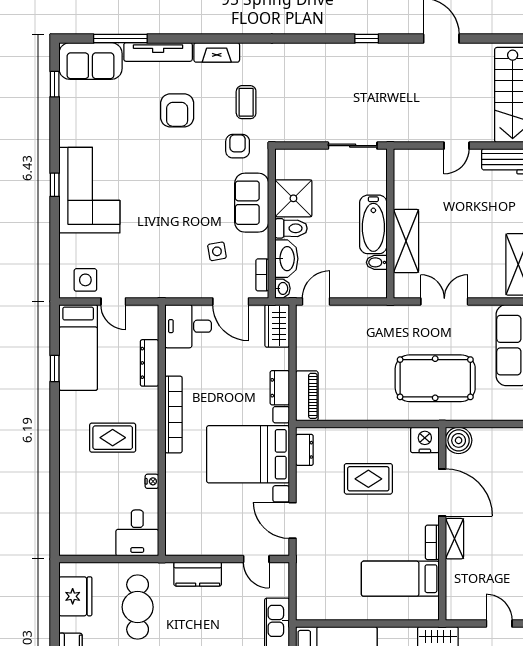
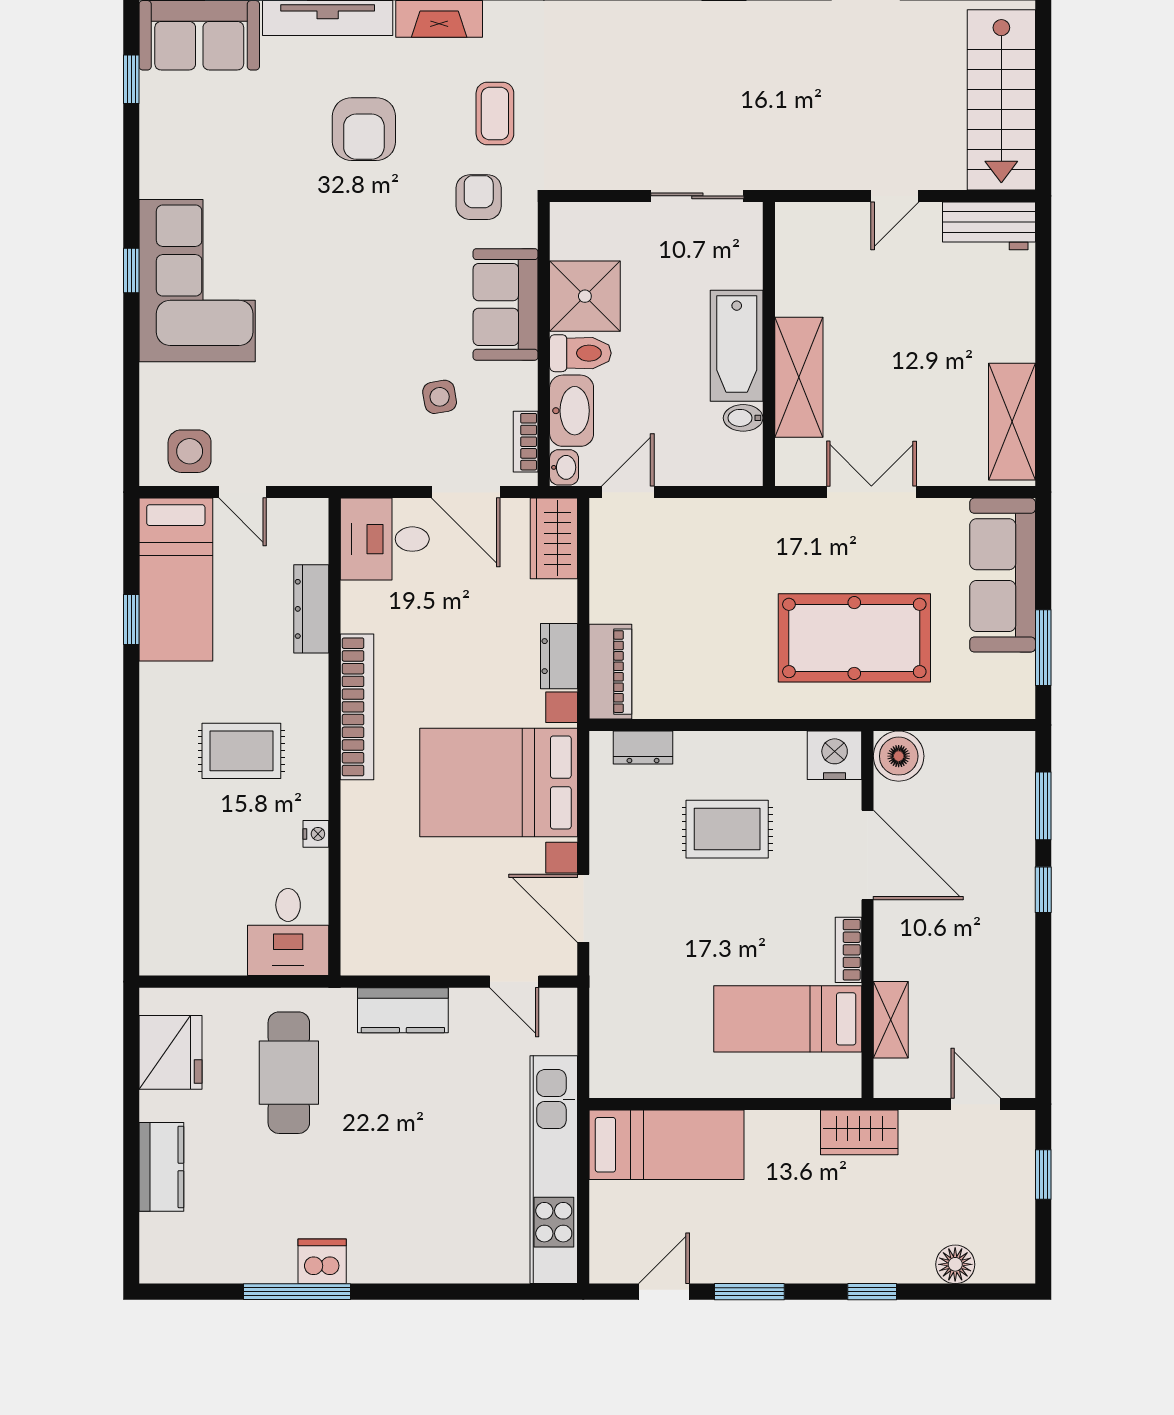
dresser: (304, 450) -> (643, 748), moved, turned 90
shelving: (454, 539) -> (891, 1020), moved

